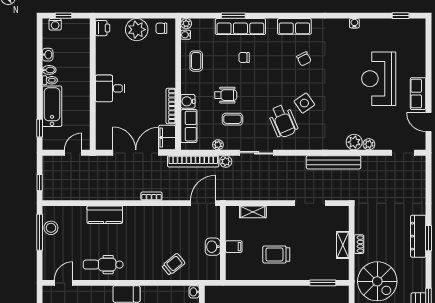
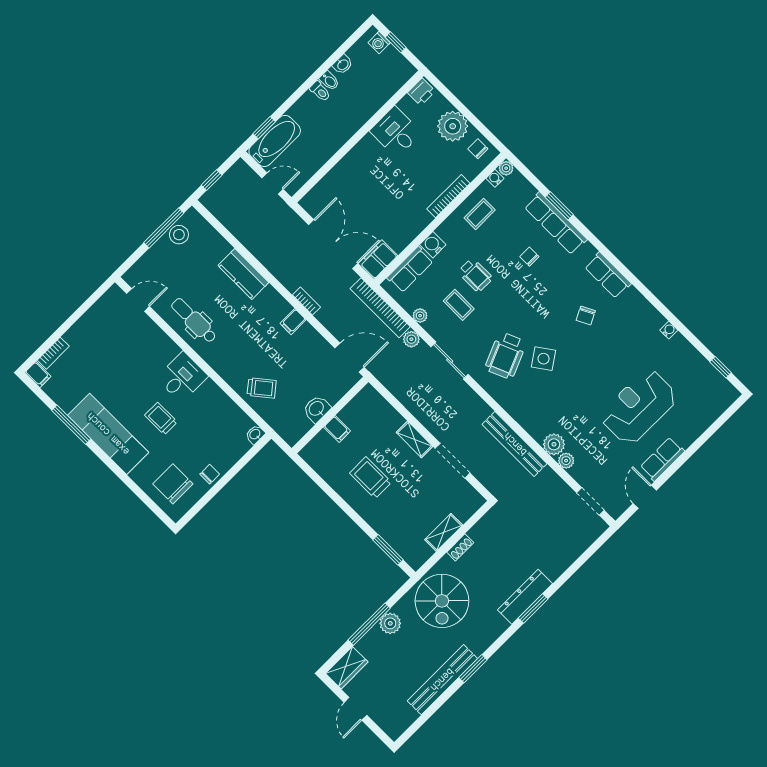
desk: (110, 88) -> (396, 132), moved
bathtub: (52, 106) -> (275, 141), moved
bookcase: (171, 106) -> (448, 196), moved
shelving: (253, 212) -> (414, 439), moved
filing cabinet: (155, 214) -> (293, 322), added

